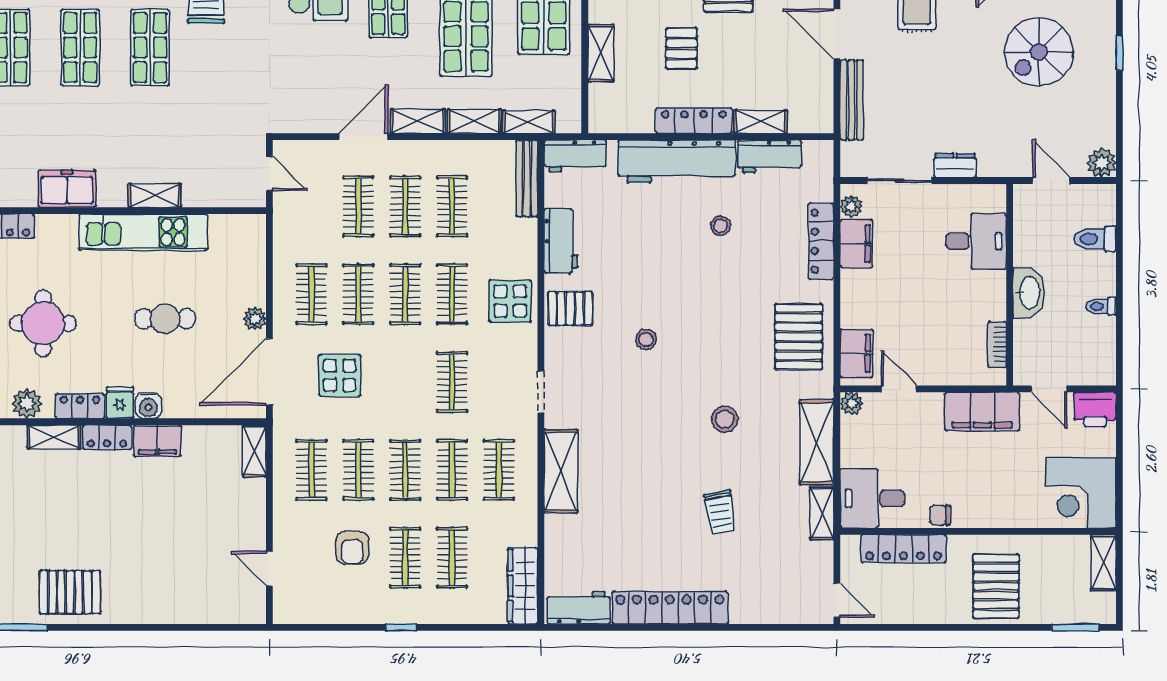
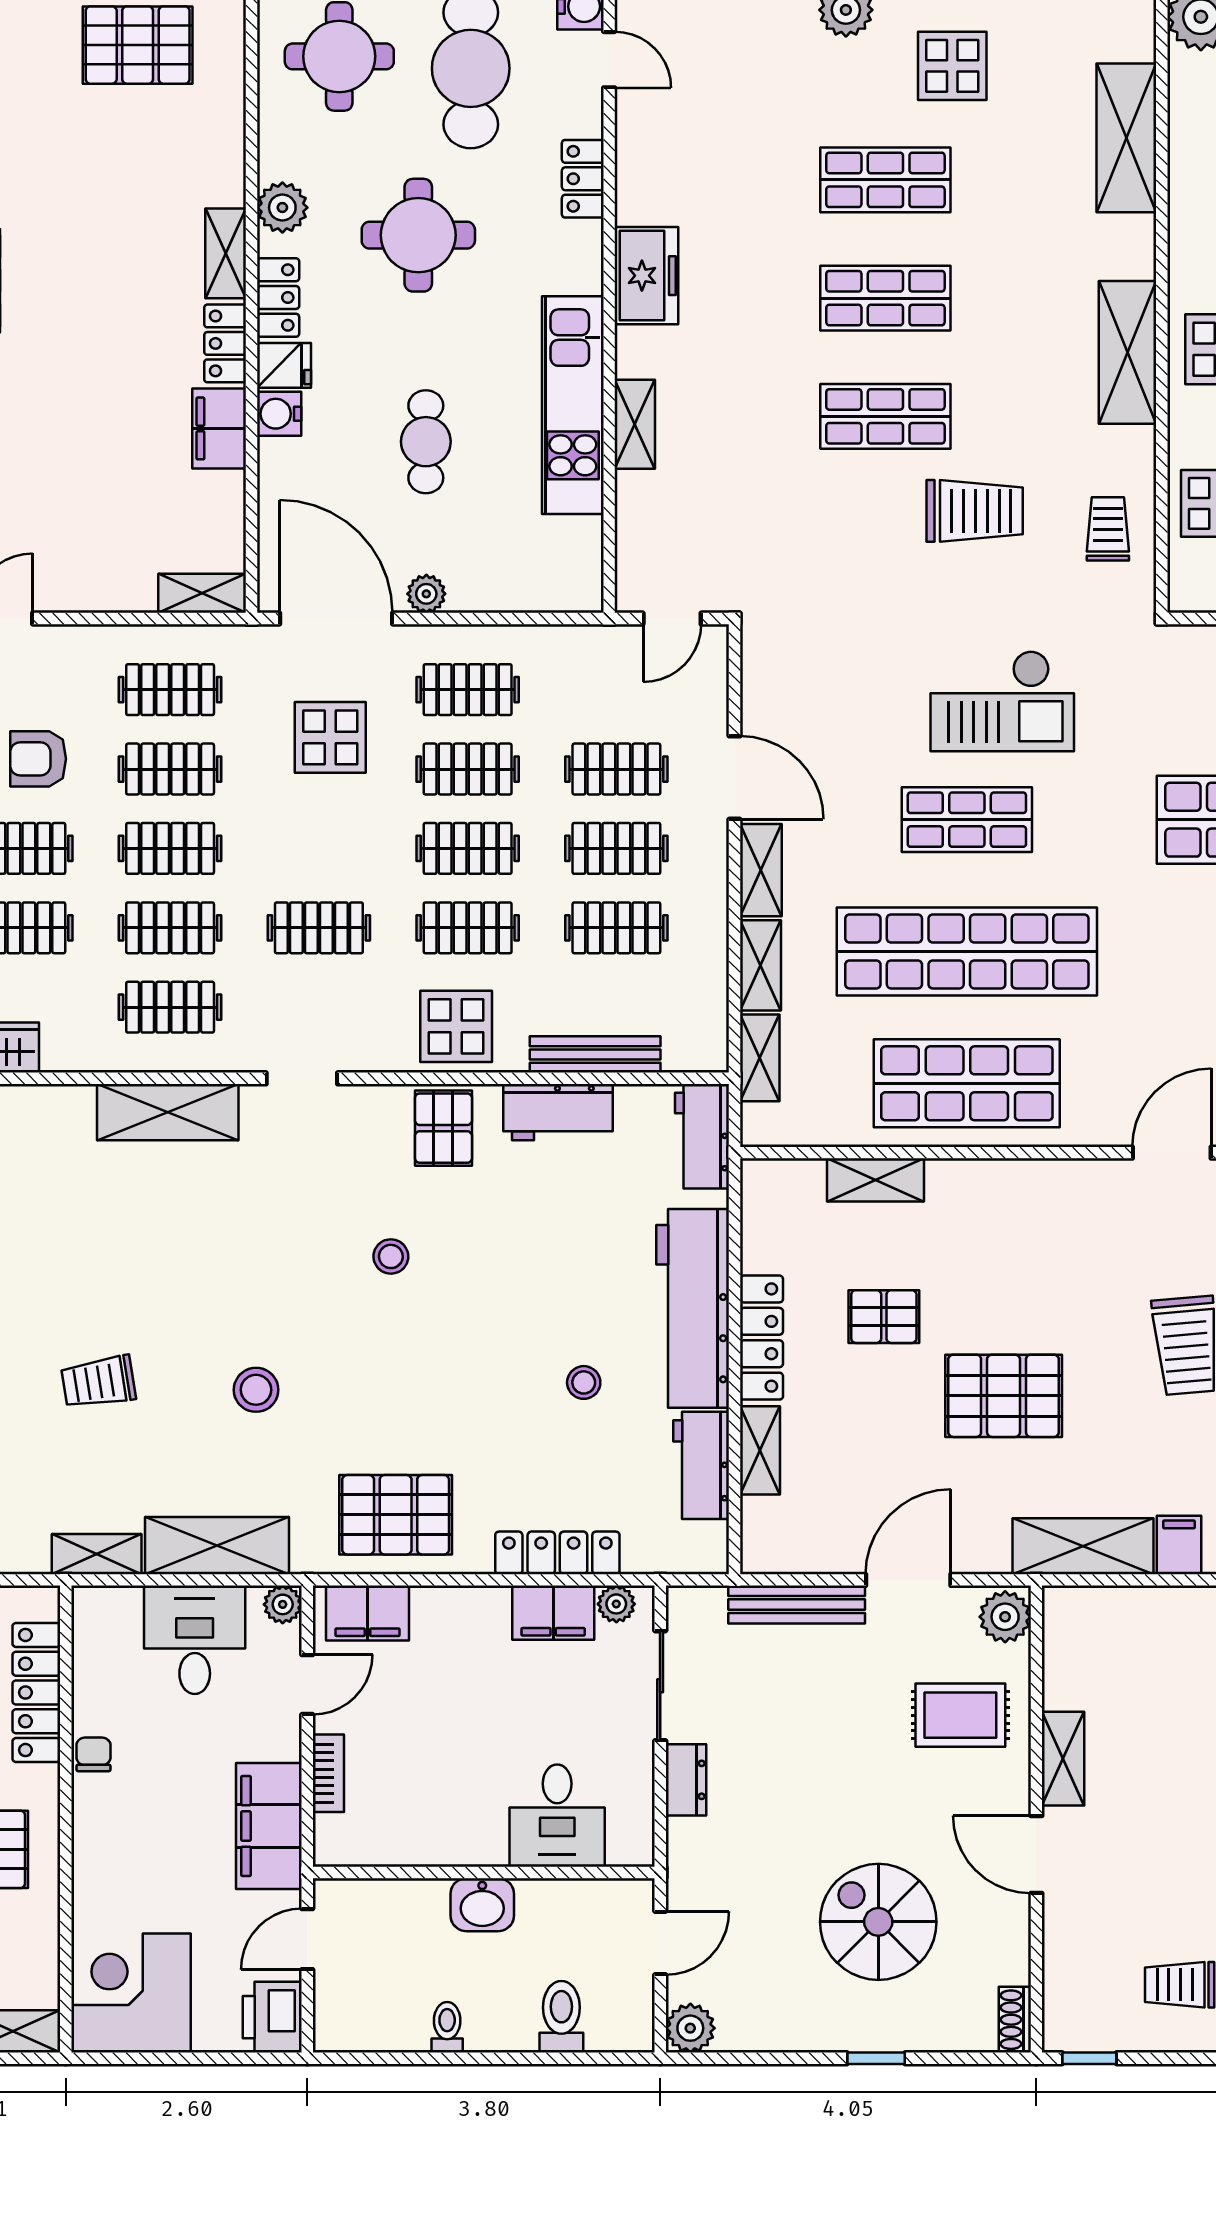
bench: (527, 178) -> (595, 1054), moved
washbasin: (1029, 293) -> (482, 1905), width x0.72
bookcase: (997, 344) -> (328, 1773), moved, turned 90
desk: (872, 498) -> (195, 1640), moved

